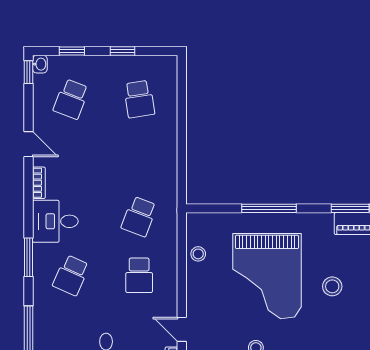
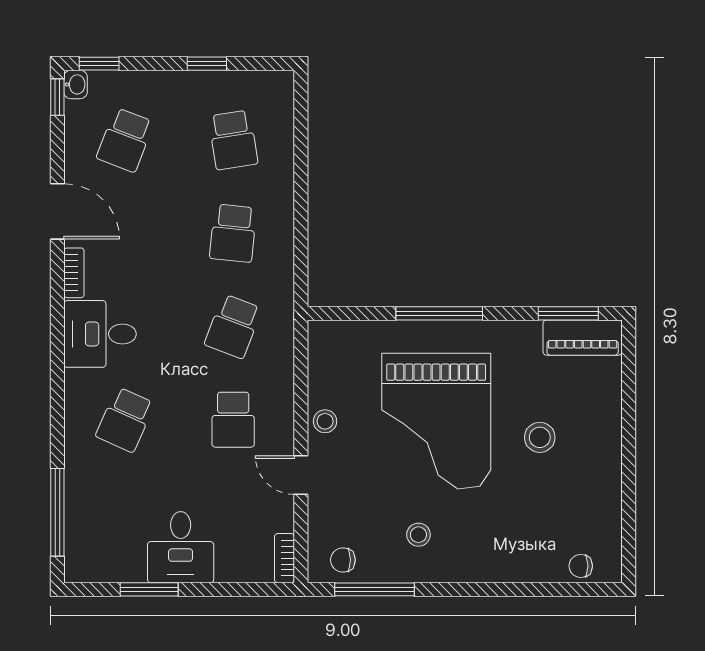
window: (72, 51) -> (99, 64), moved
door: (28, 144) -> (57, 211), width x1.38
school desk: (139, 158) -> (233, 233), added
stool: (198, 254) -> (325, 421), moved
window: (28, 257) -> (57, 391), removed
door: (182, 329) -> (301, 475), moved

